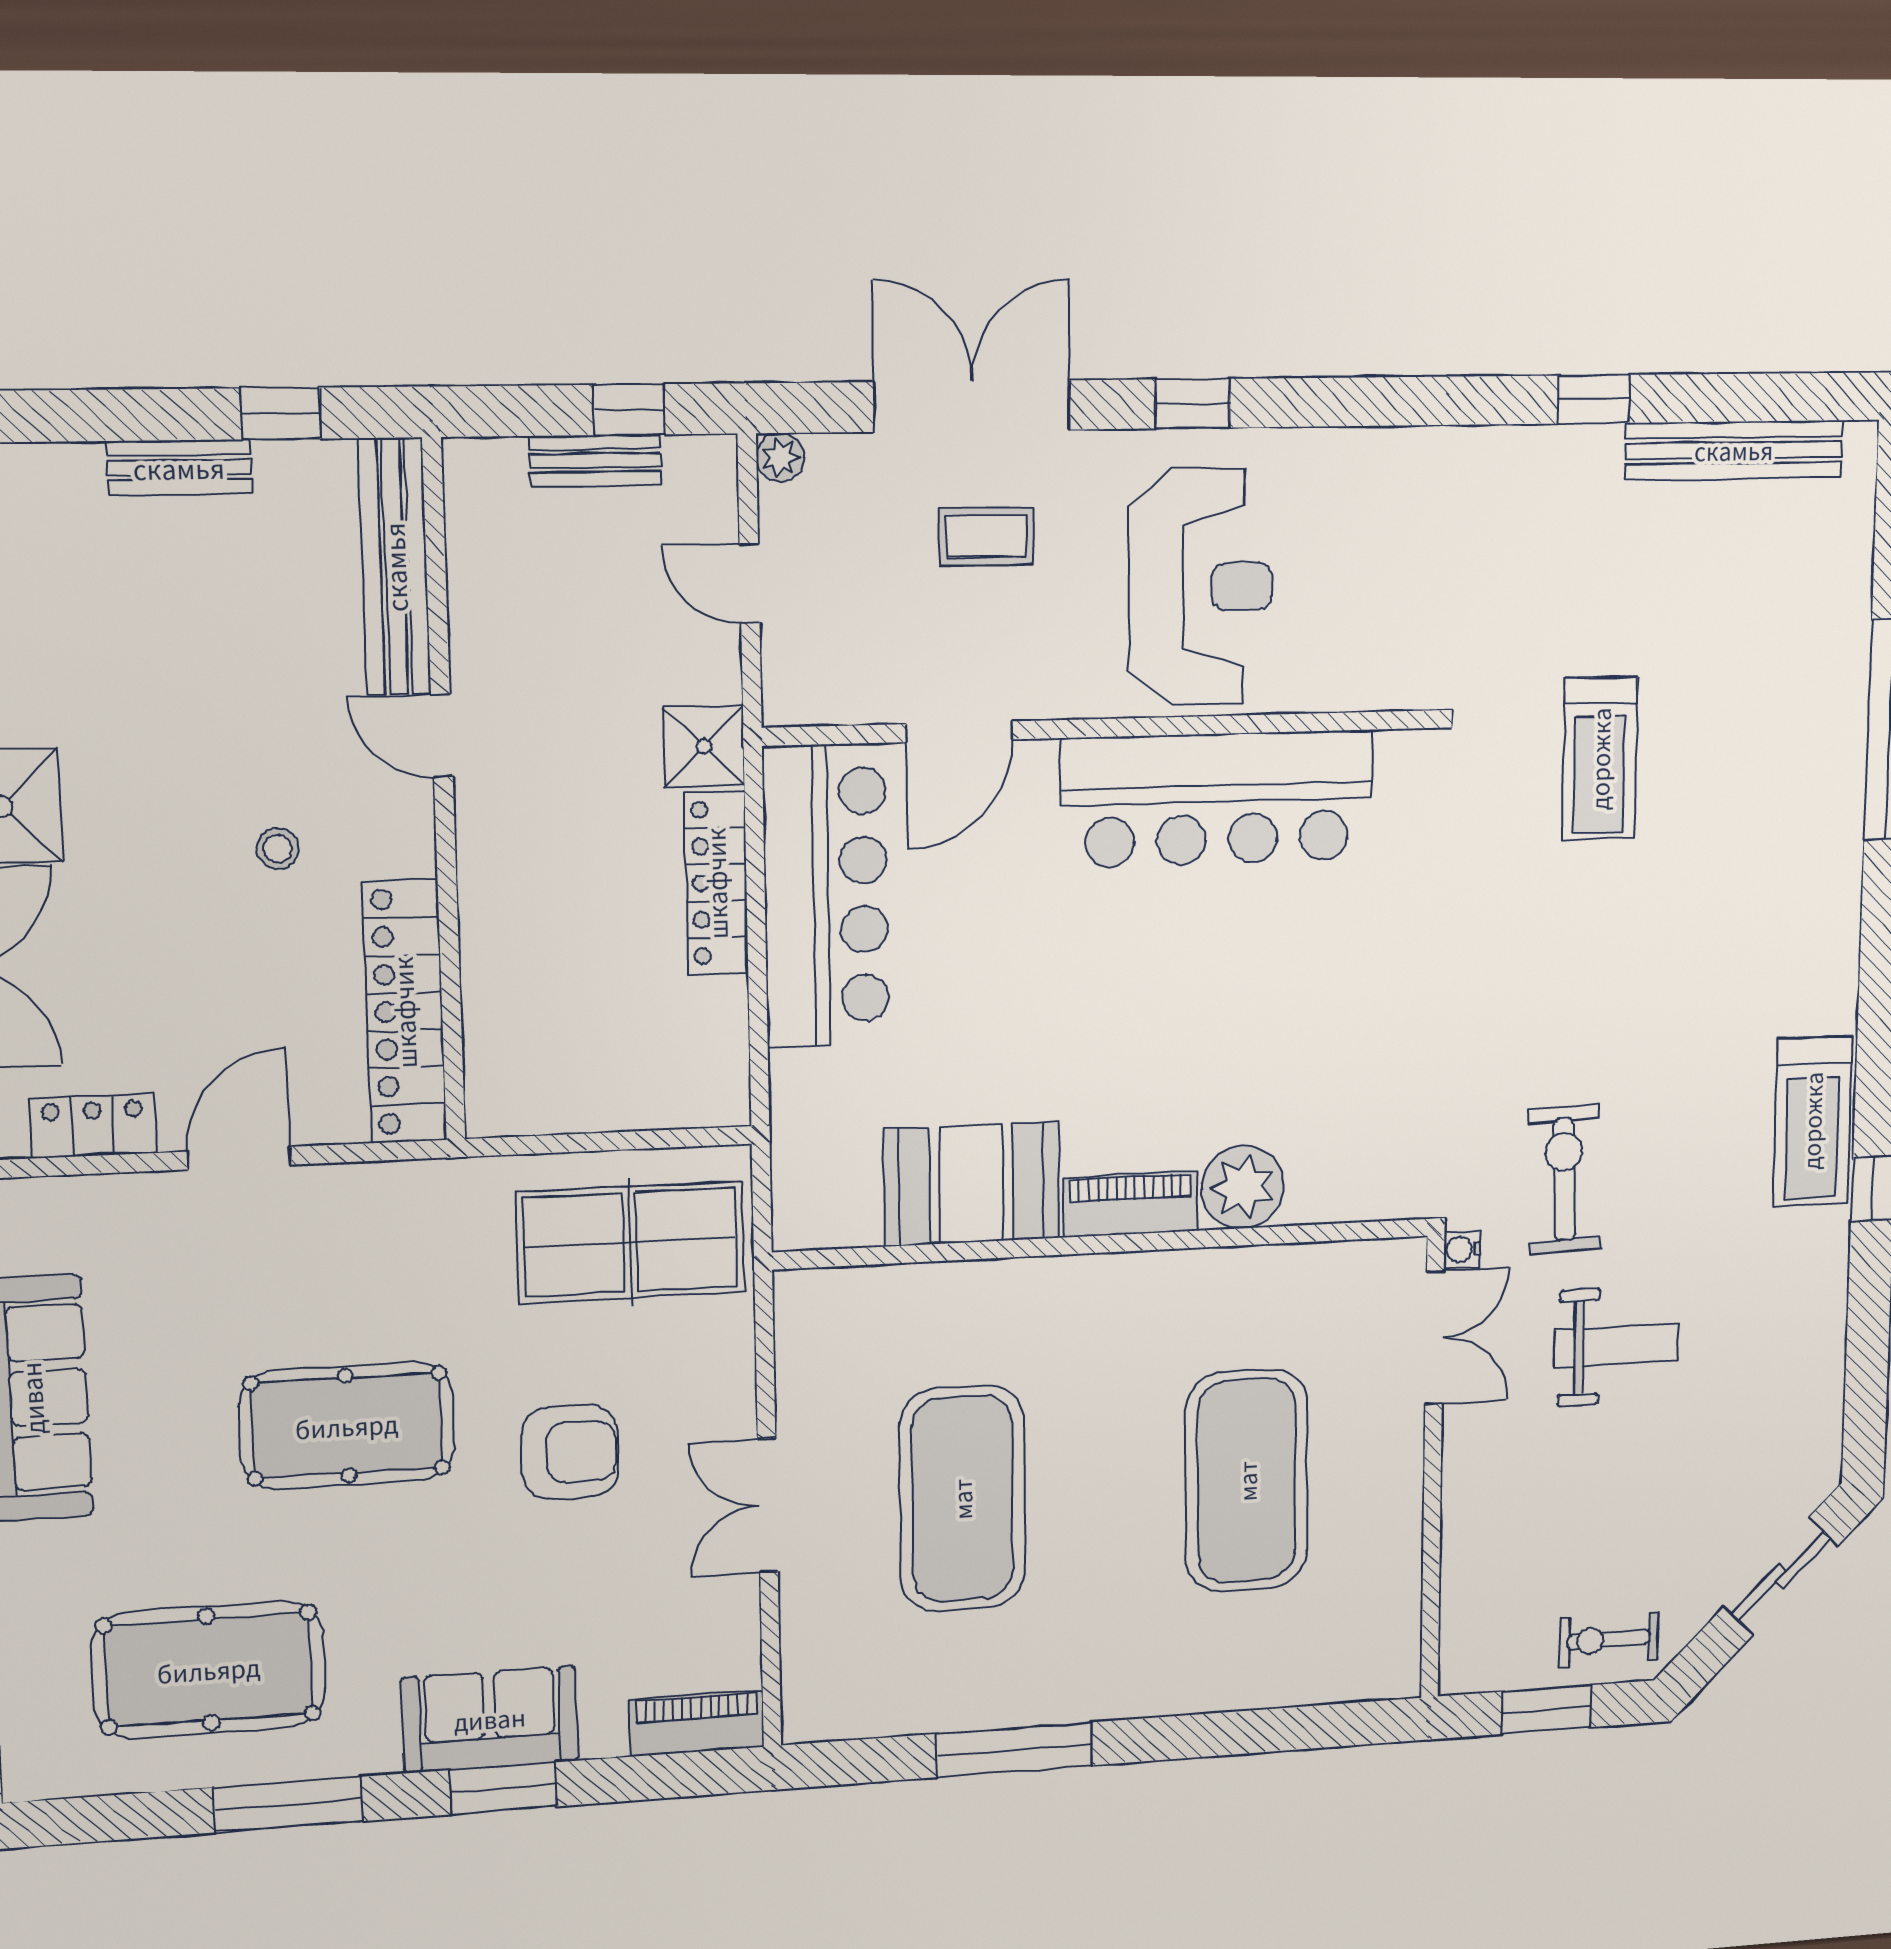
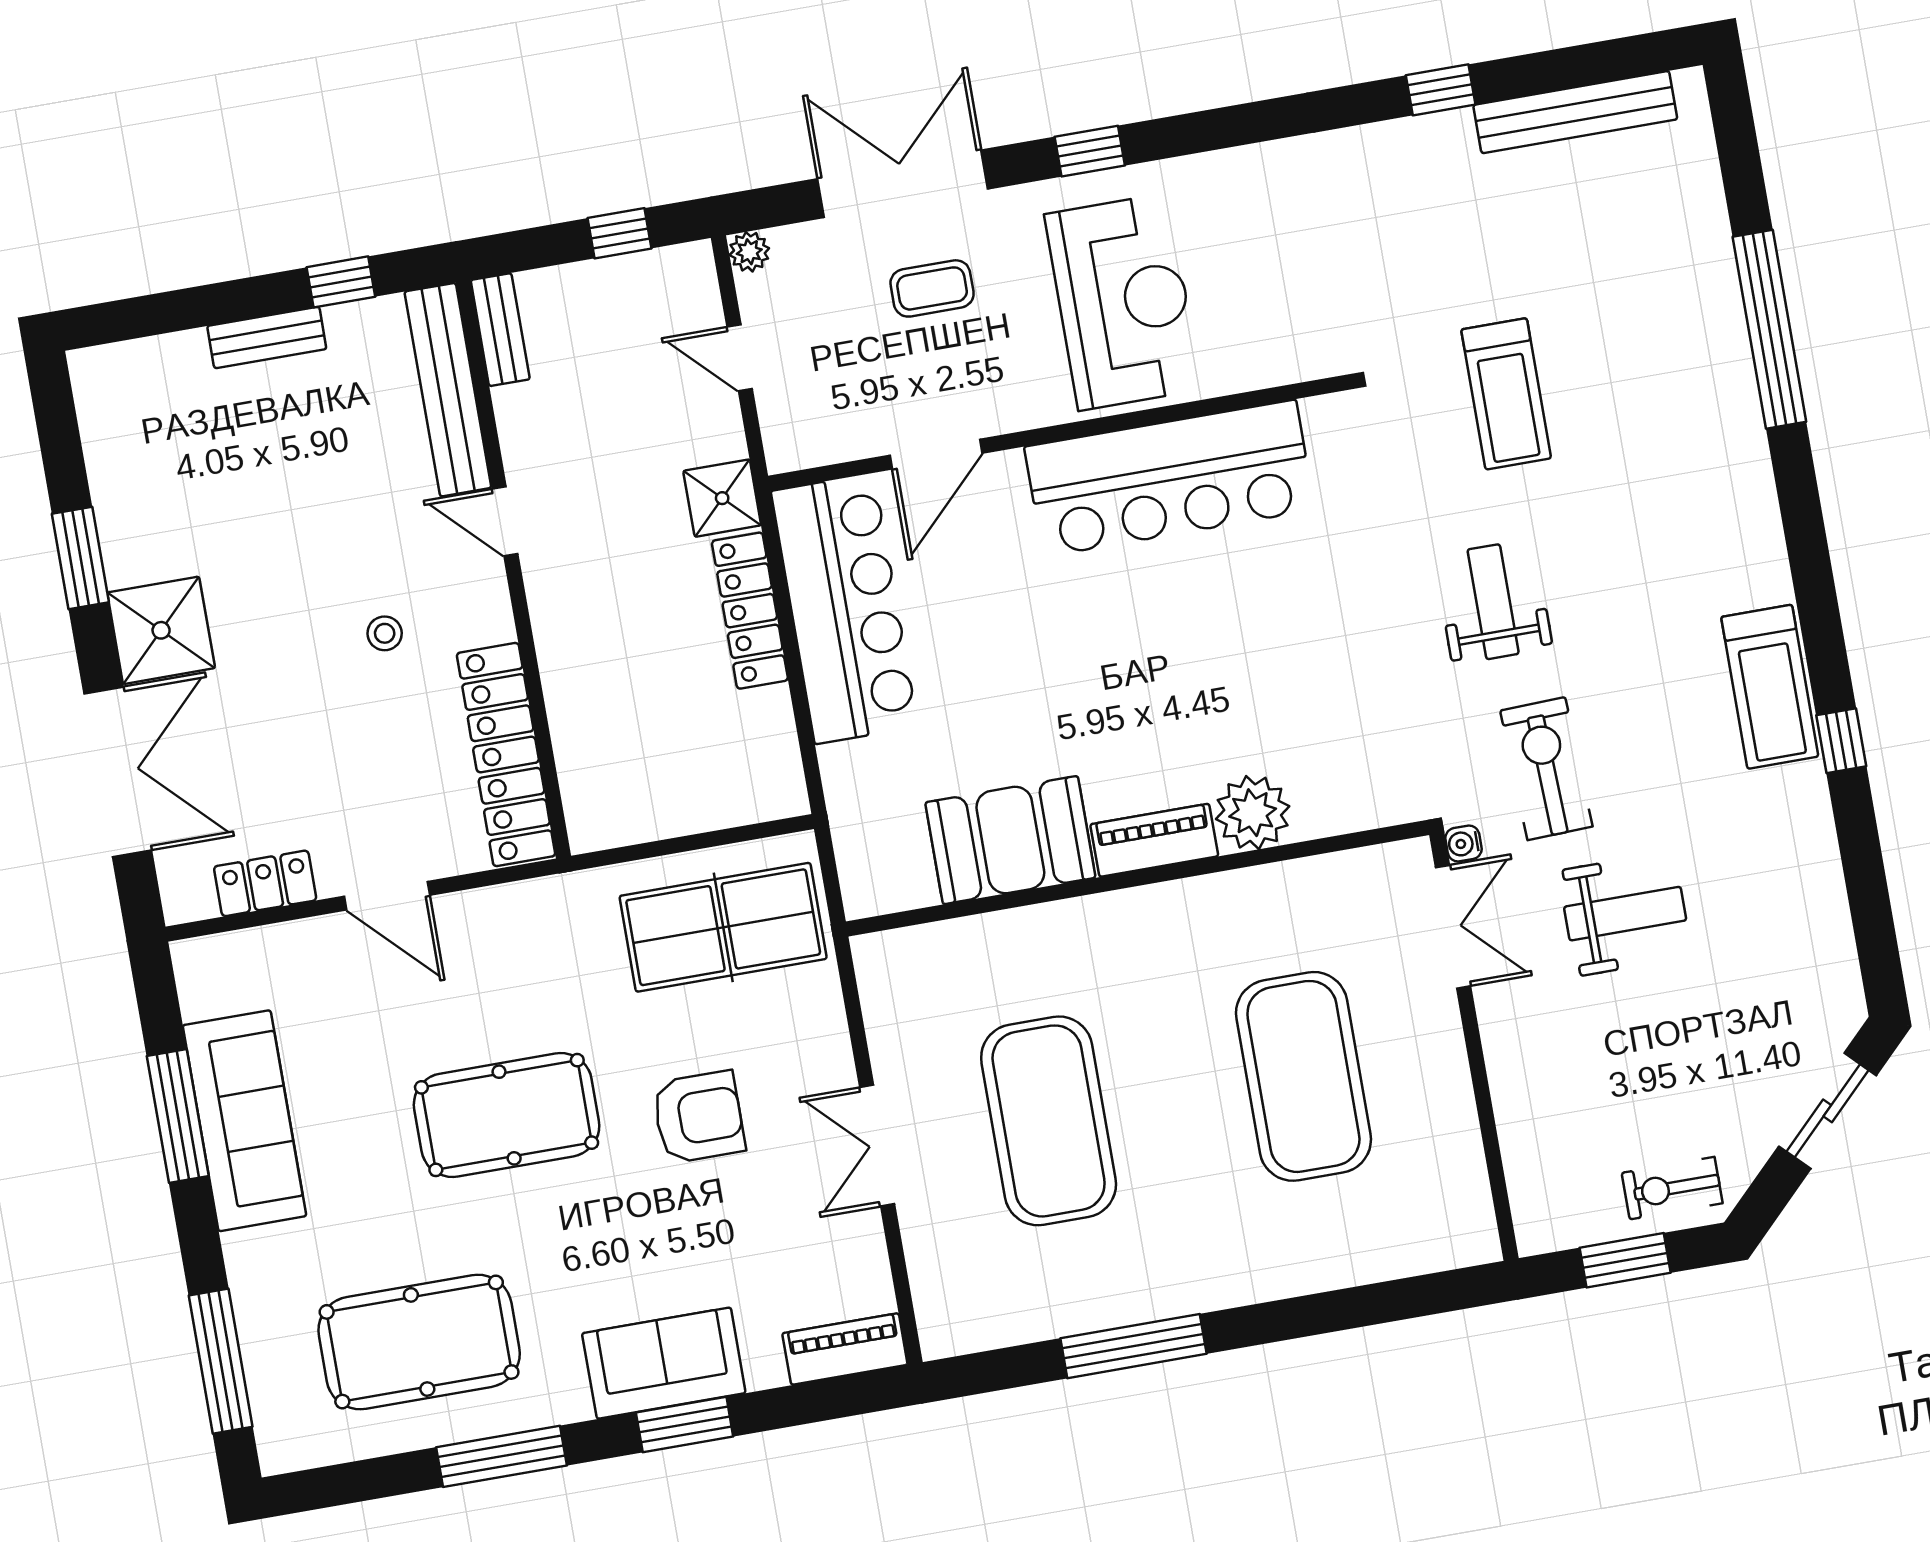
bench: (595, 461) -> (500, 330), moved, turned 90
weight bench: (1543, 989) -> (1493, 602), added
door: (239, 1158) -> (387, 896), swing flipped

